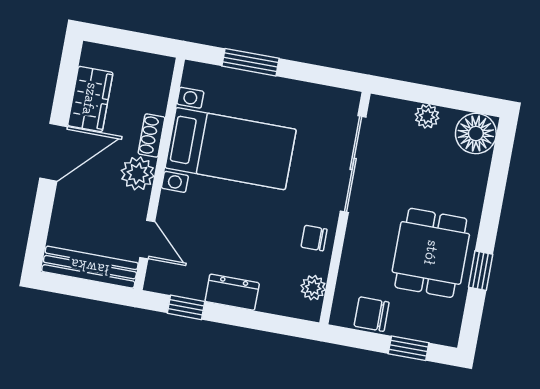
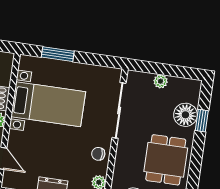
floor lamp: (476, 134) -> (185, 115), moved
window: (481, 271) -> (202, 121), moved

